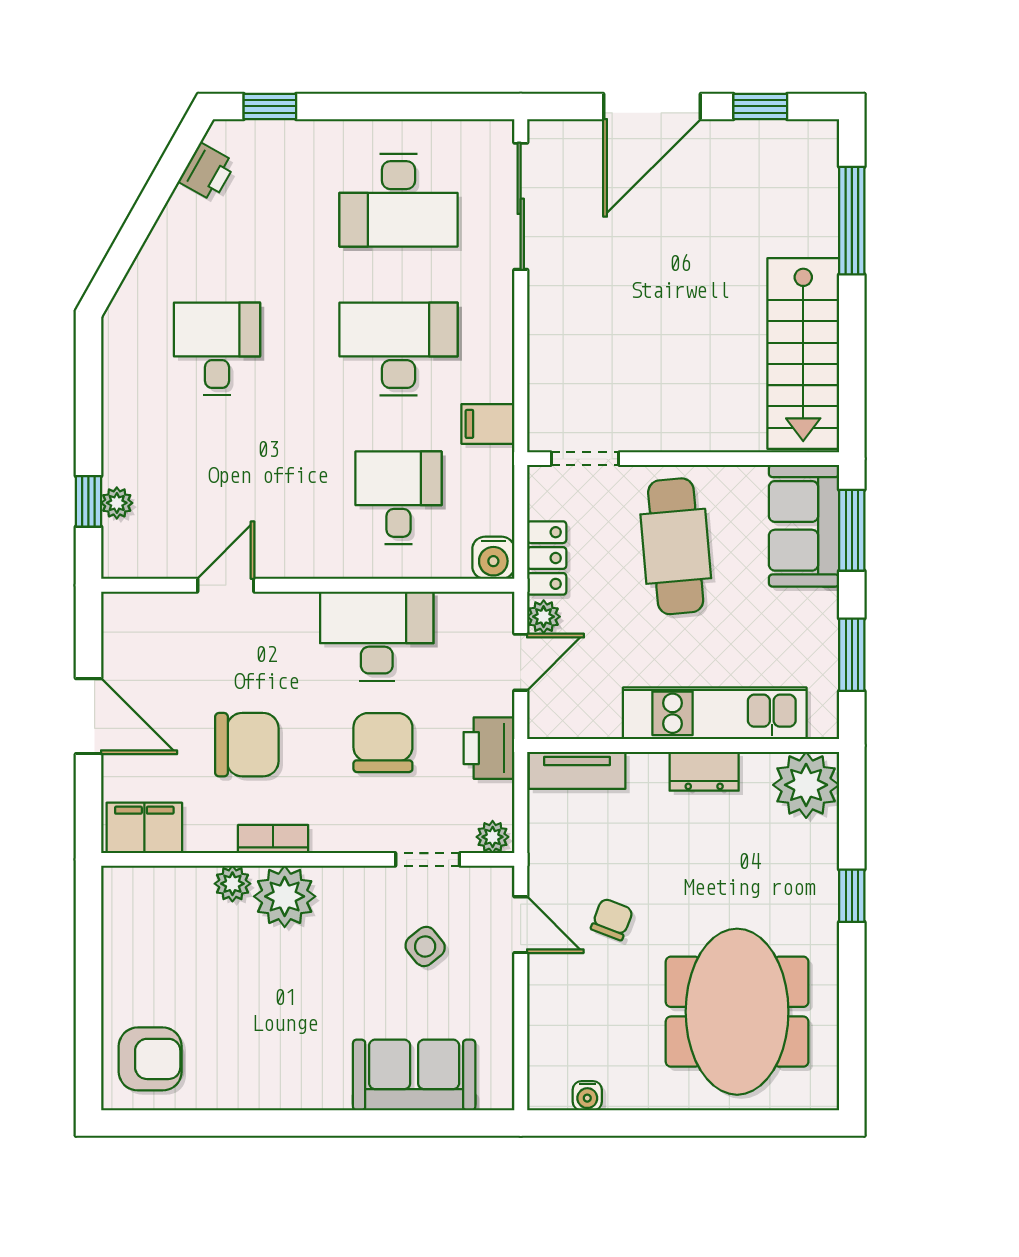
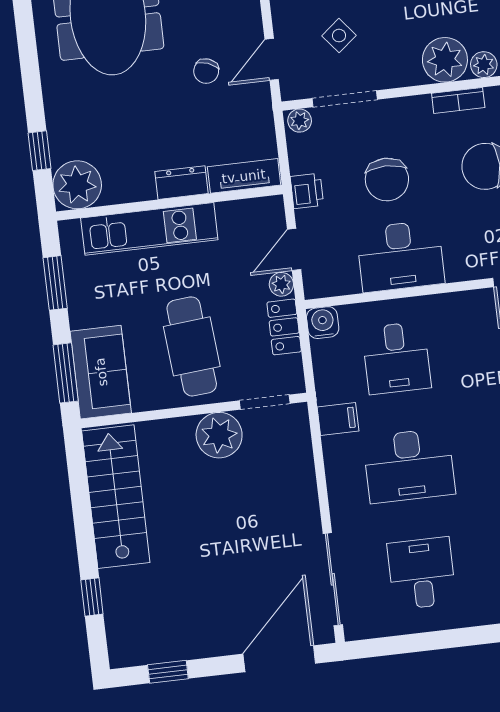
door: (652, 106) -> (279, 659), moved
desk: (398, 200) -> (422, 573), width x0.73
window: (852, 221) -> (92, 597), width x0.46
plant: (653, 421) -> (219, 435), added
printer: (489, 748) -> (307, 191), width x0.73, depth x0.81
dresser: (704, 771) -> (182, 183), moved
doorway: (428, 859) -> (345, 99), width x1.38
window: (852, 896) -> (40, 151), moved
door: (521, 925) -> (272, 59), hinge flipped

